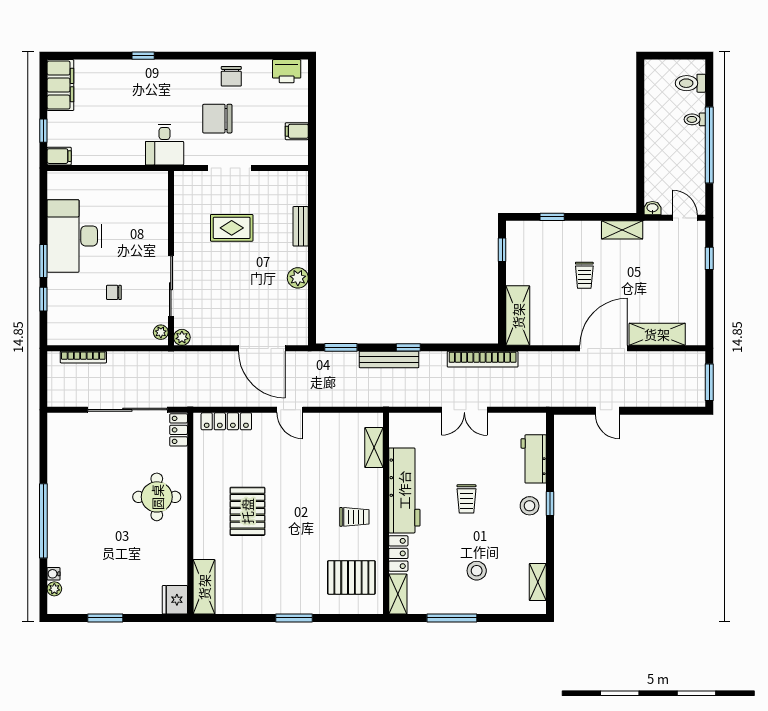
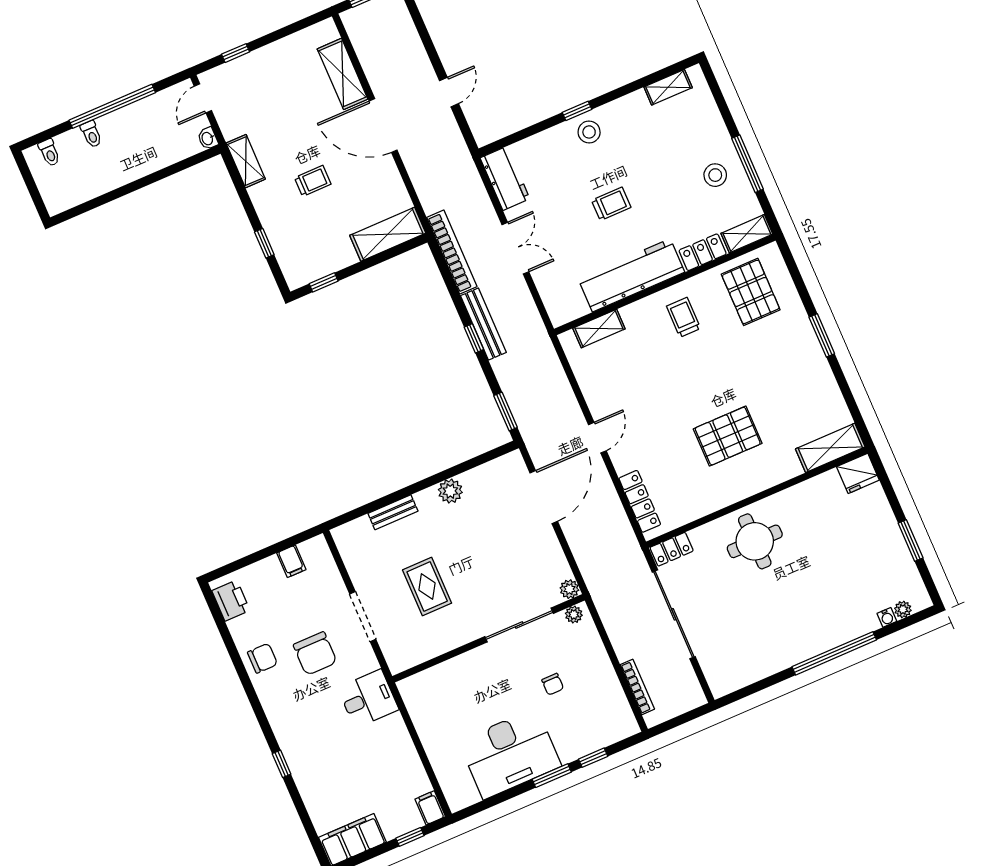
toilet: (690, 83) -> (49, 153), width x0.73, depth x0.72
bench: (389, 360) -> (483, 324), moved
workbench: (534, 459) -> (505, 178), moved, turned -90
stool: (477, 571) -> (715, 175), moved

